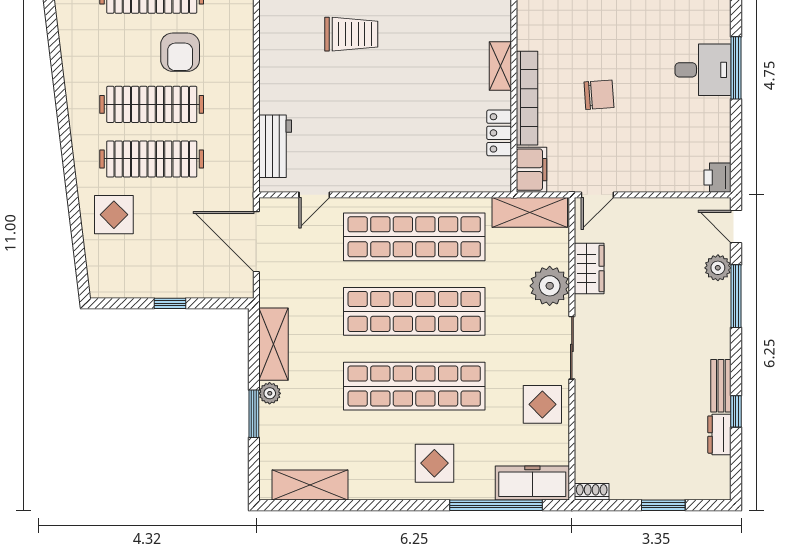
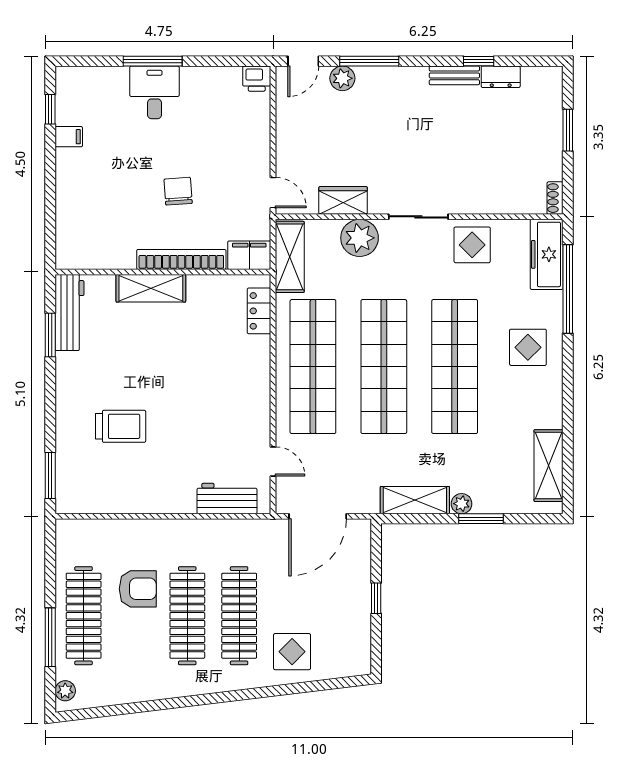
trolley: (351, 34) -> (121, 426), turned 90
shelving: (500, 66) -> (151, 288), width x1.50, depth x1.33
locker: (499, 133) -> (259, 311), moved, turned 90

